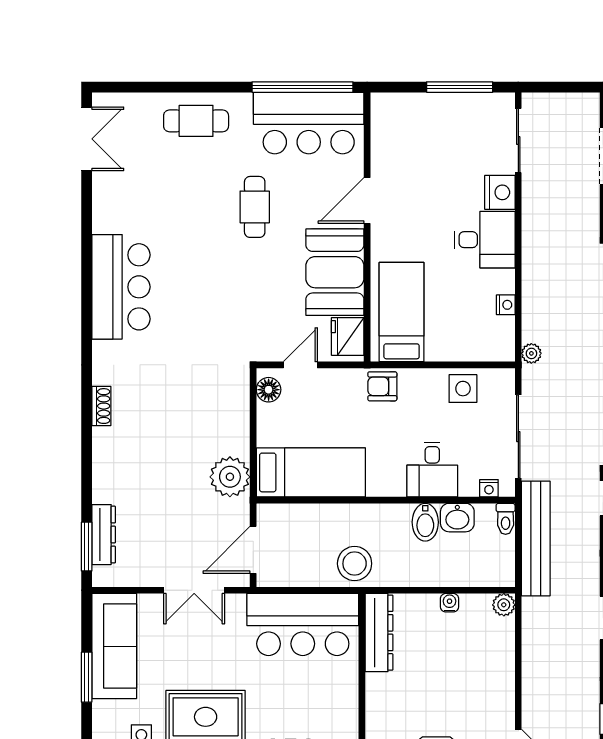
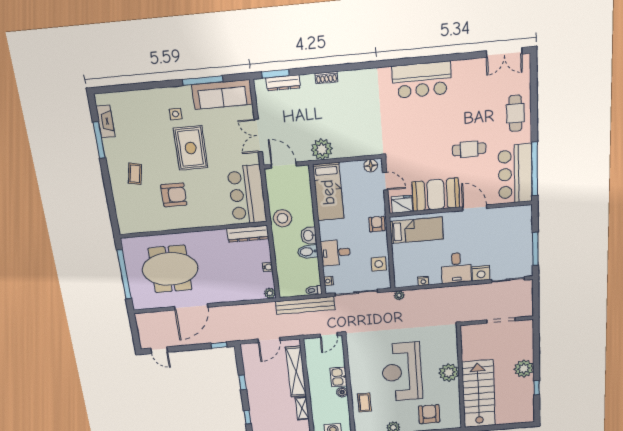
shoe rack: (101, 406) -> (326, 78), moved
washbasin: (457, 518) -> (309, 236), moved
window: (87, 677) -> (203, 81), width x1.44

